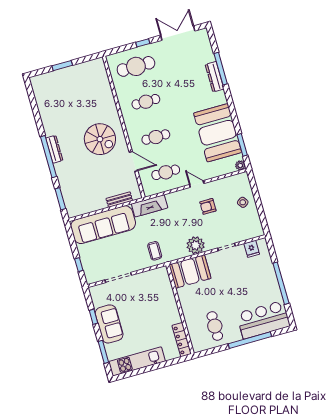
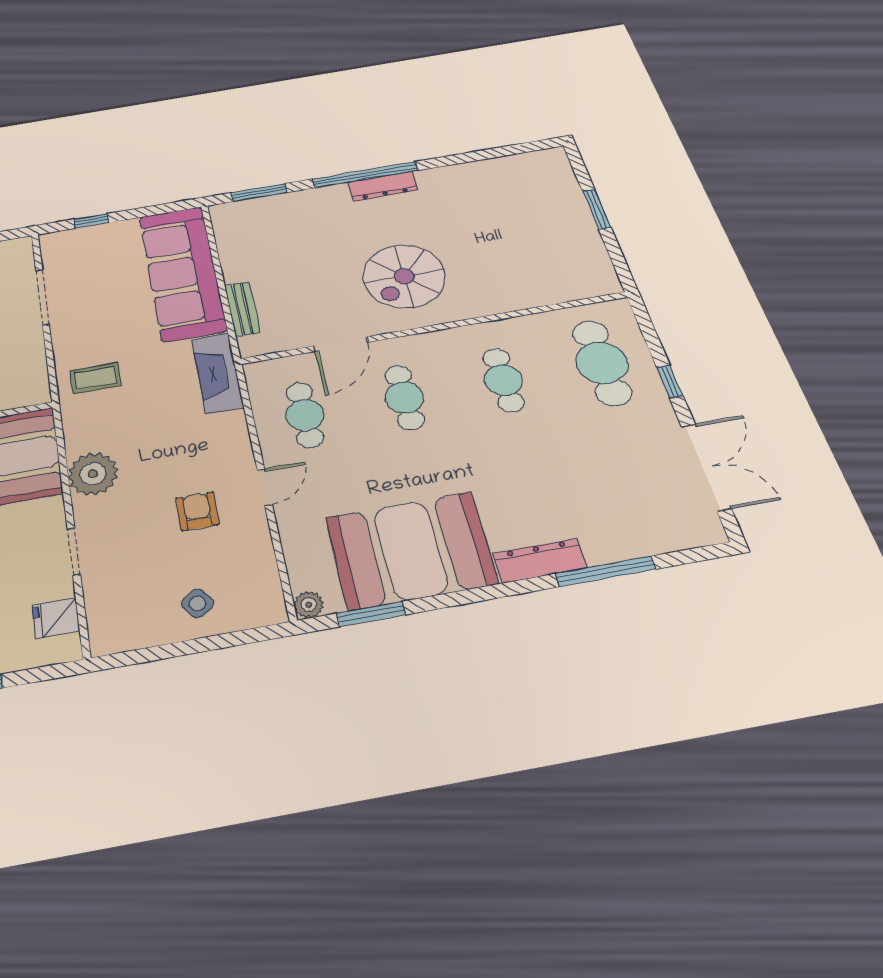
dresser: (215, 77) -> (540, 561), moved

